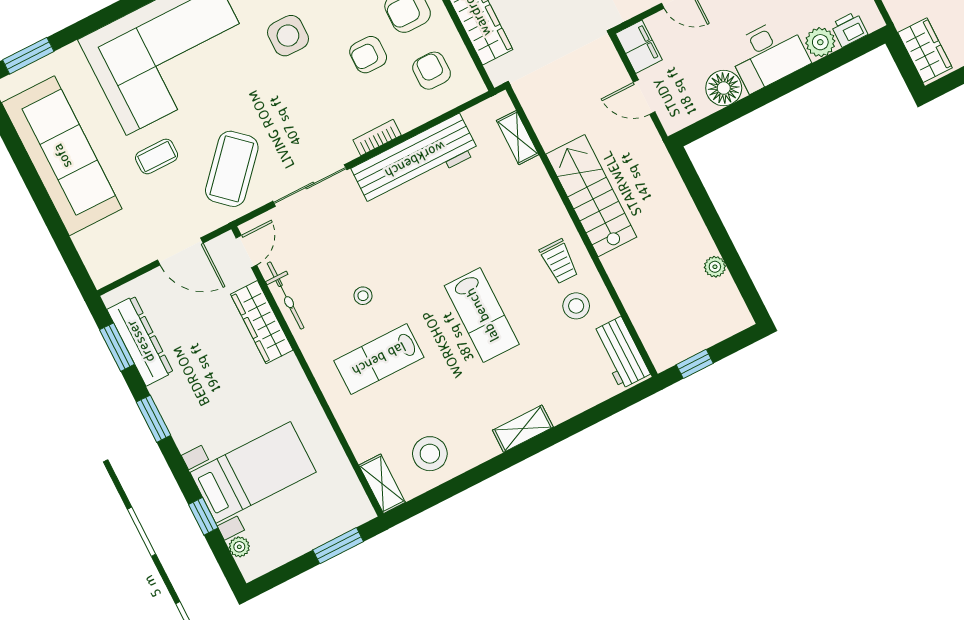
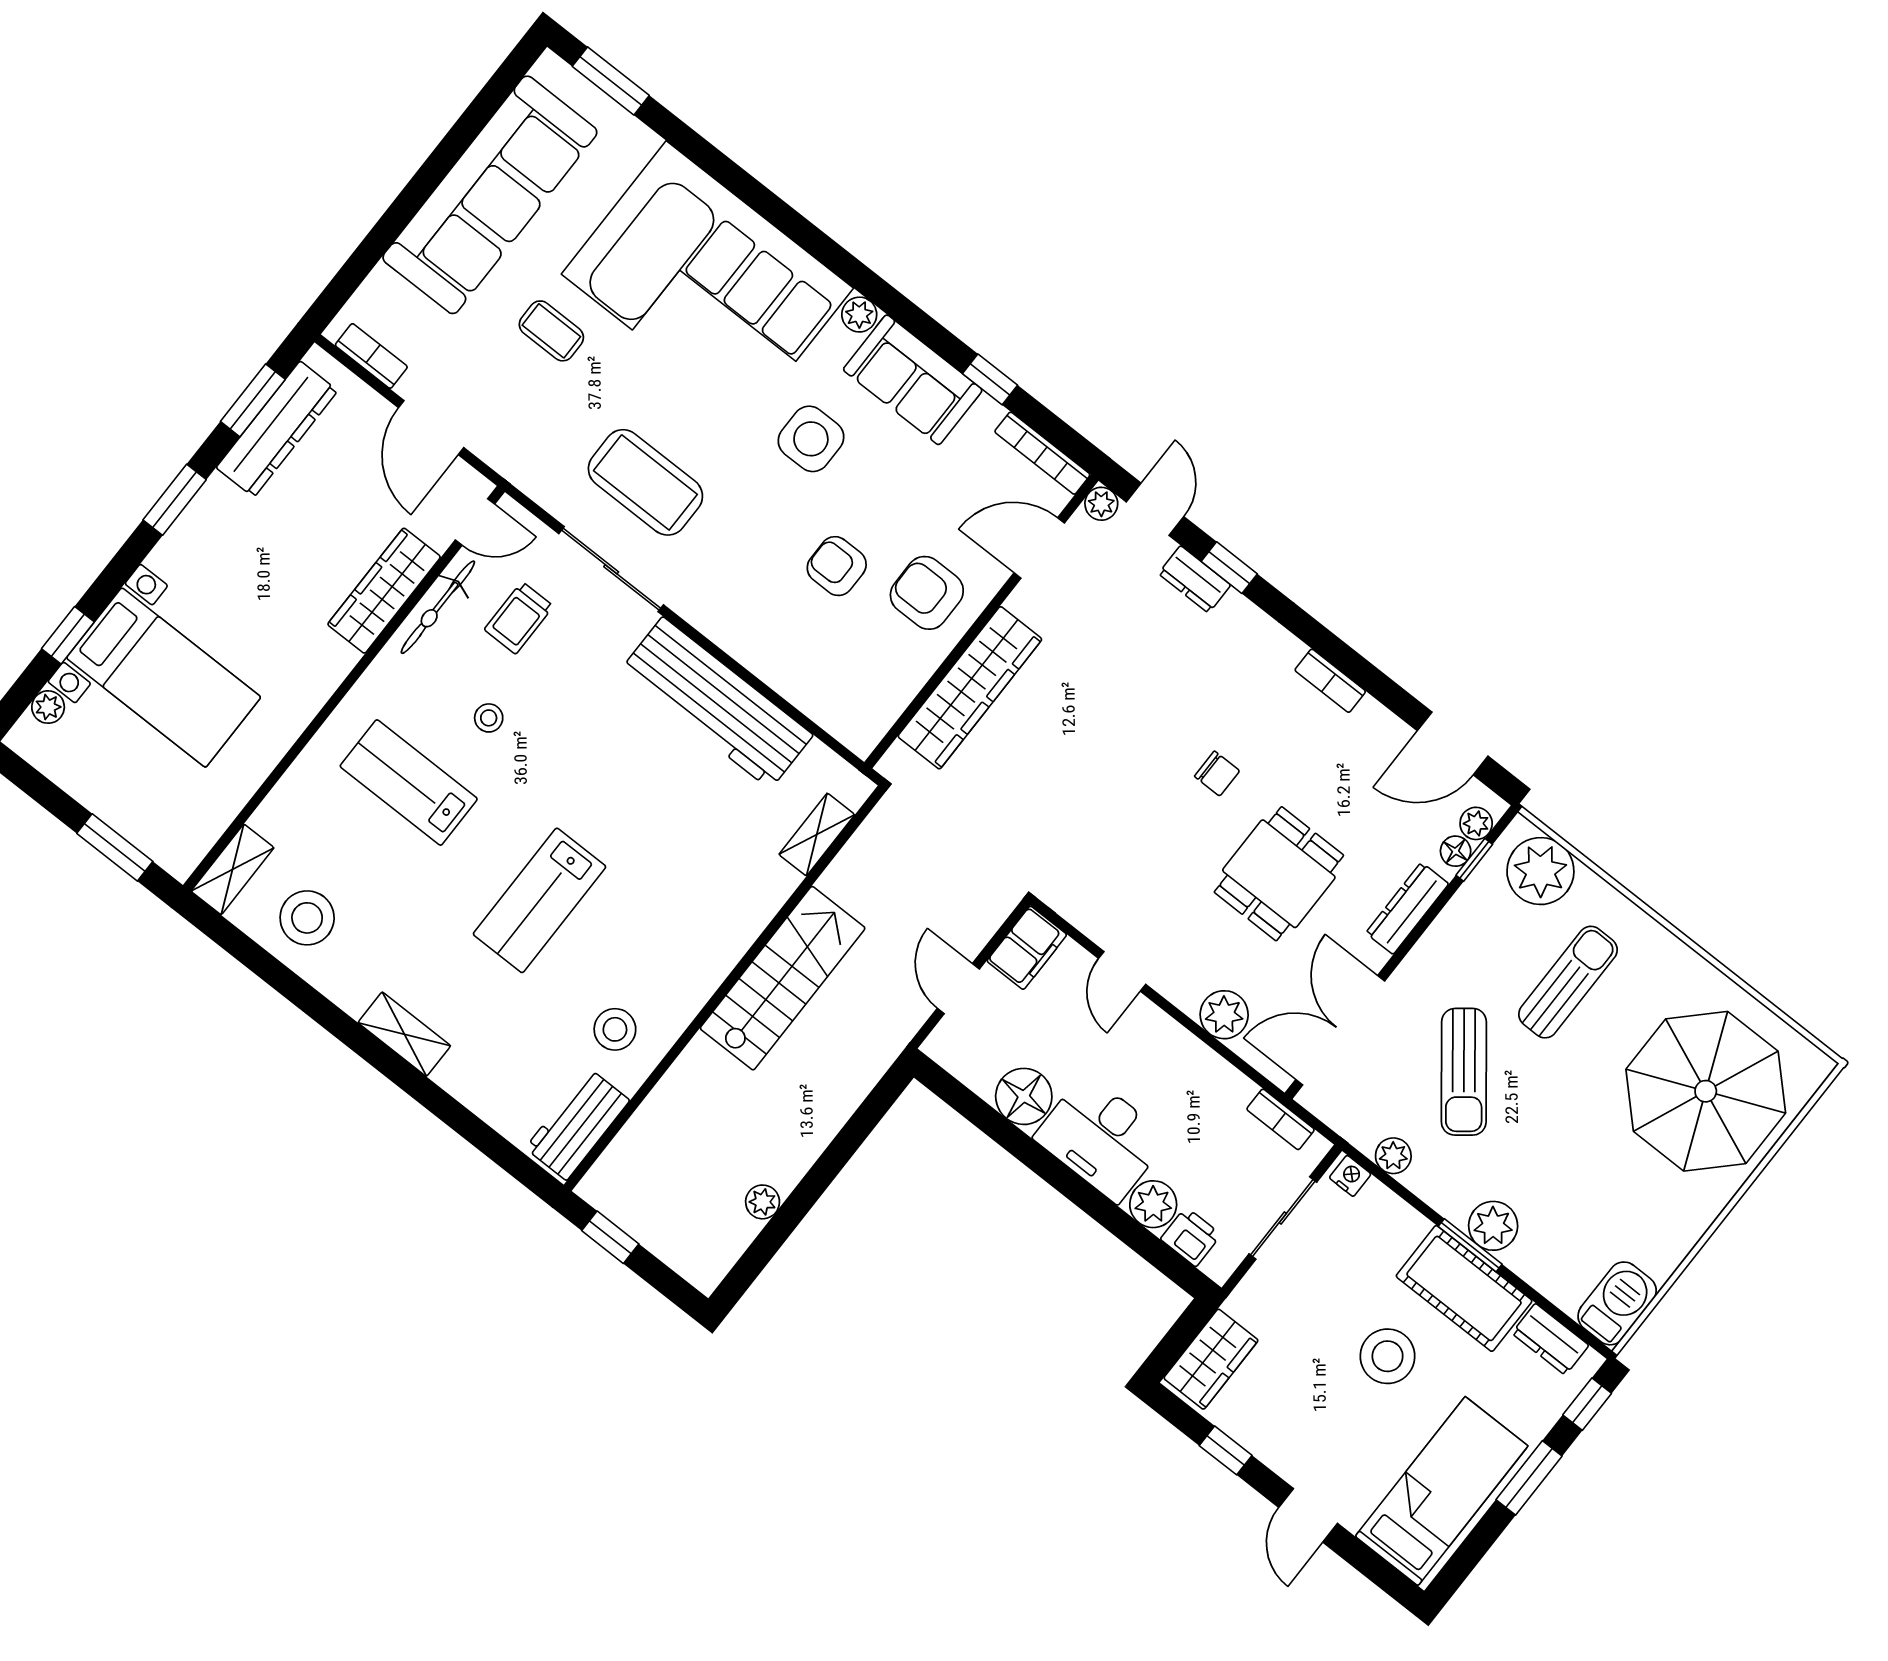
armchair: (432, 71) -> (856, 667), removed
bookcase: (377, 138) -> (371, 356), moved
coffee table: (232, 169) -> (645, 482), moved, turned 48
trolley: (559, 261) -> (519, 618), moved

